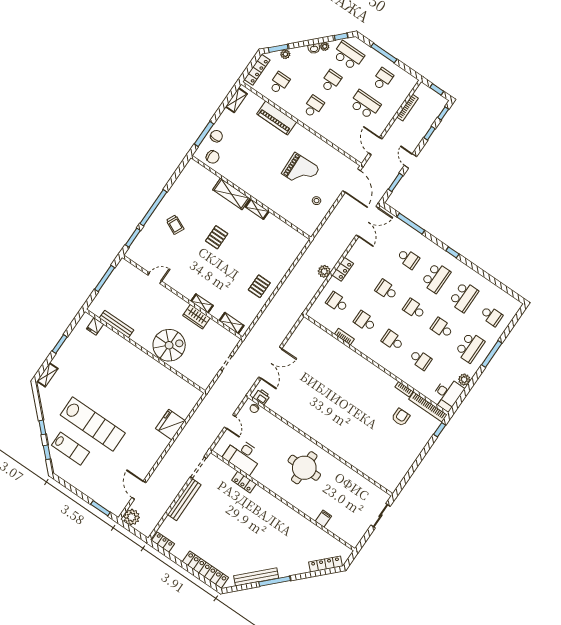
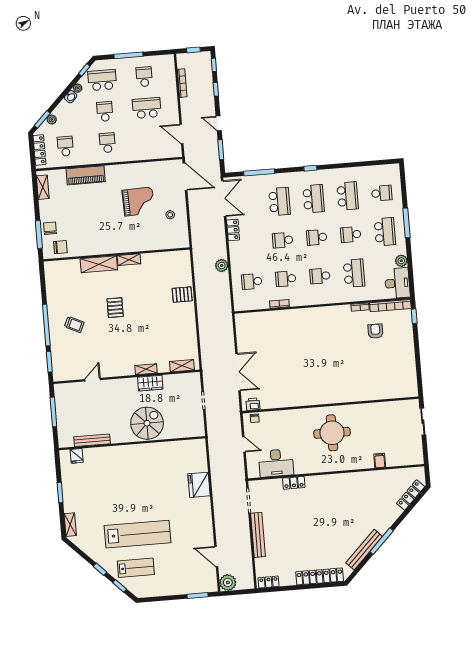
school desk: (408, 259) -> (279, 202), width x1.85
locker: (343, 269) -> (233, 230), moved
pallet: (259, 286) -> (182, 295), moved, turned 90
school desk: (420, 360) -> (354, 273), width x1.85

